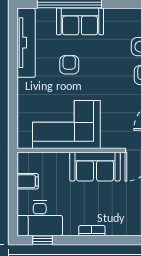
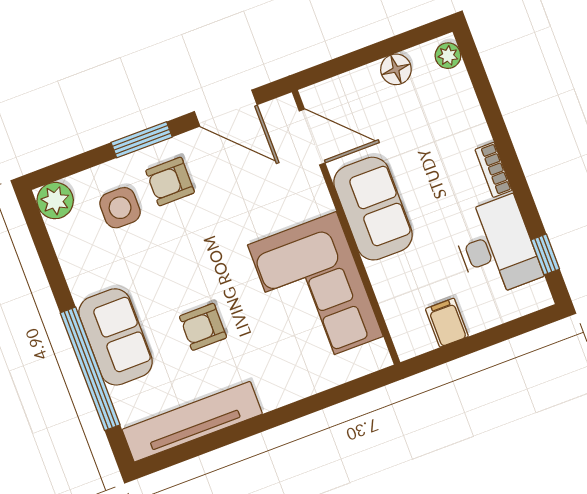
desk: (40, 218) -> (496, 247), moved

